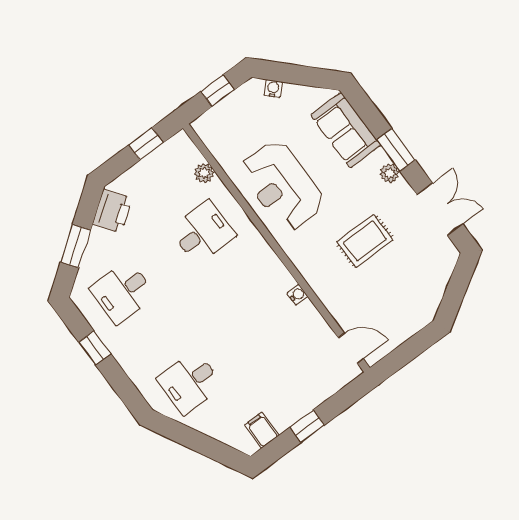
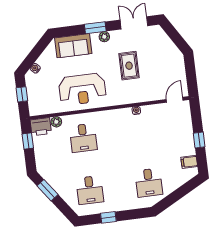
printer: (112, 211) -> (41, 127), moved, turned 126
desk: (203, 232) -> (83, 138), turned 180
window: (75, 246) -> (48, 190), moved

